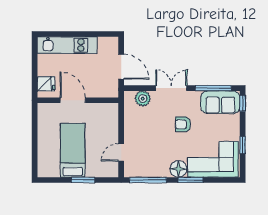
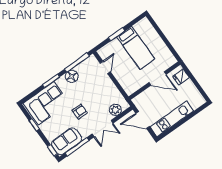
kitchen unit: (67, 45) -> (172, 119), moved
floor lamp: (178, 169) -> (72, 76), moved

